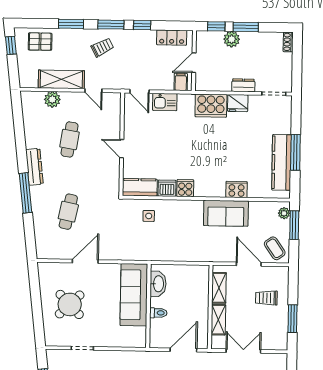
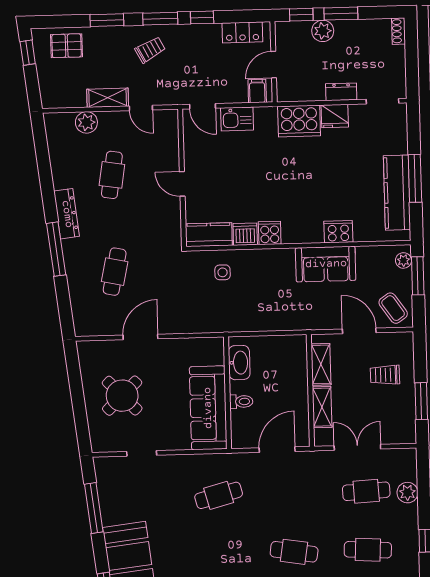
shelving: (61, 79) -> (108, 98), width x0.67, depth x0.75
sofa: (134, 295) -> (208, 408), moved

